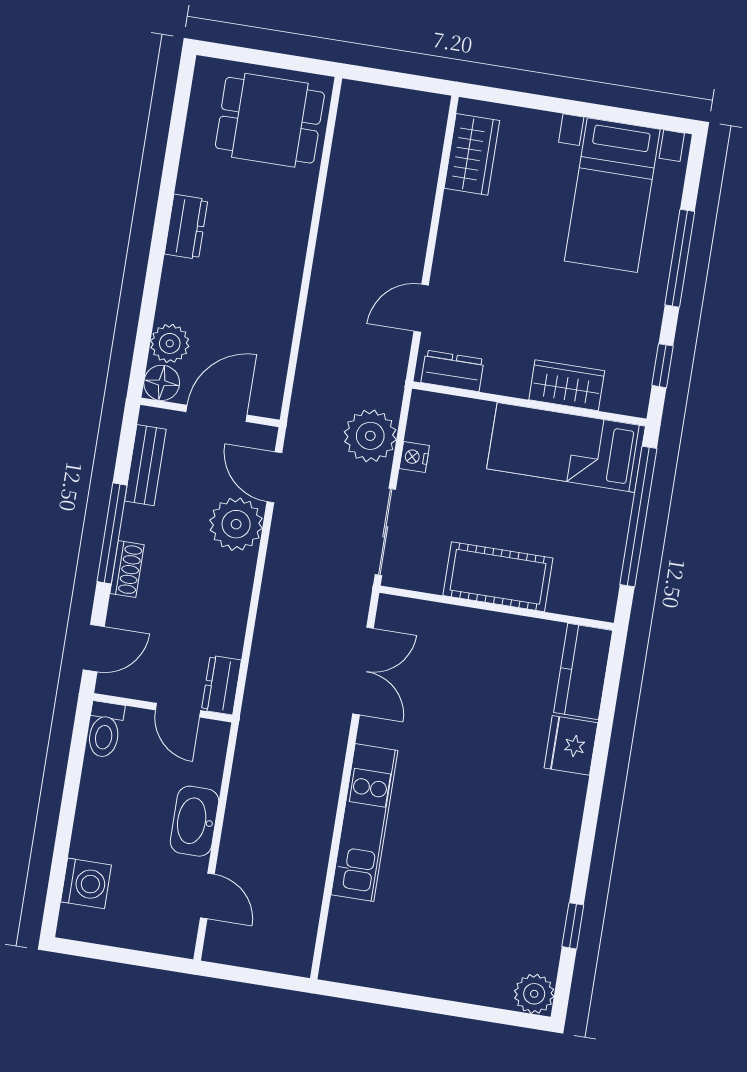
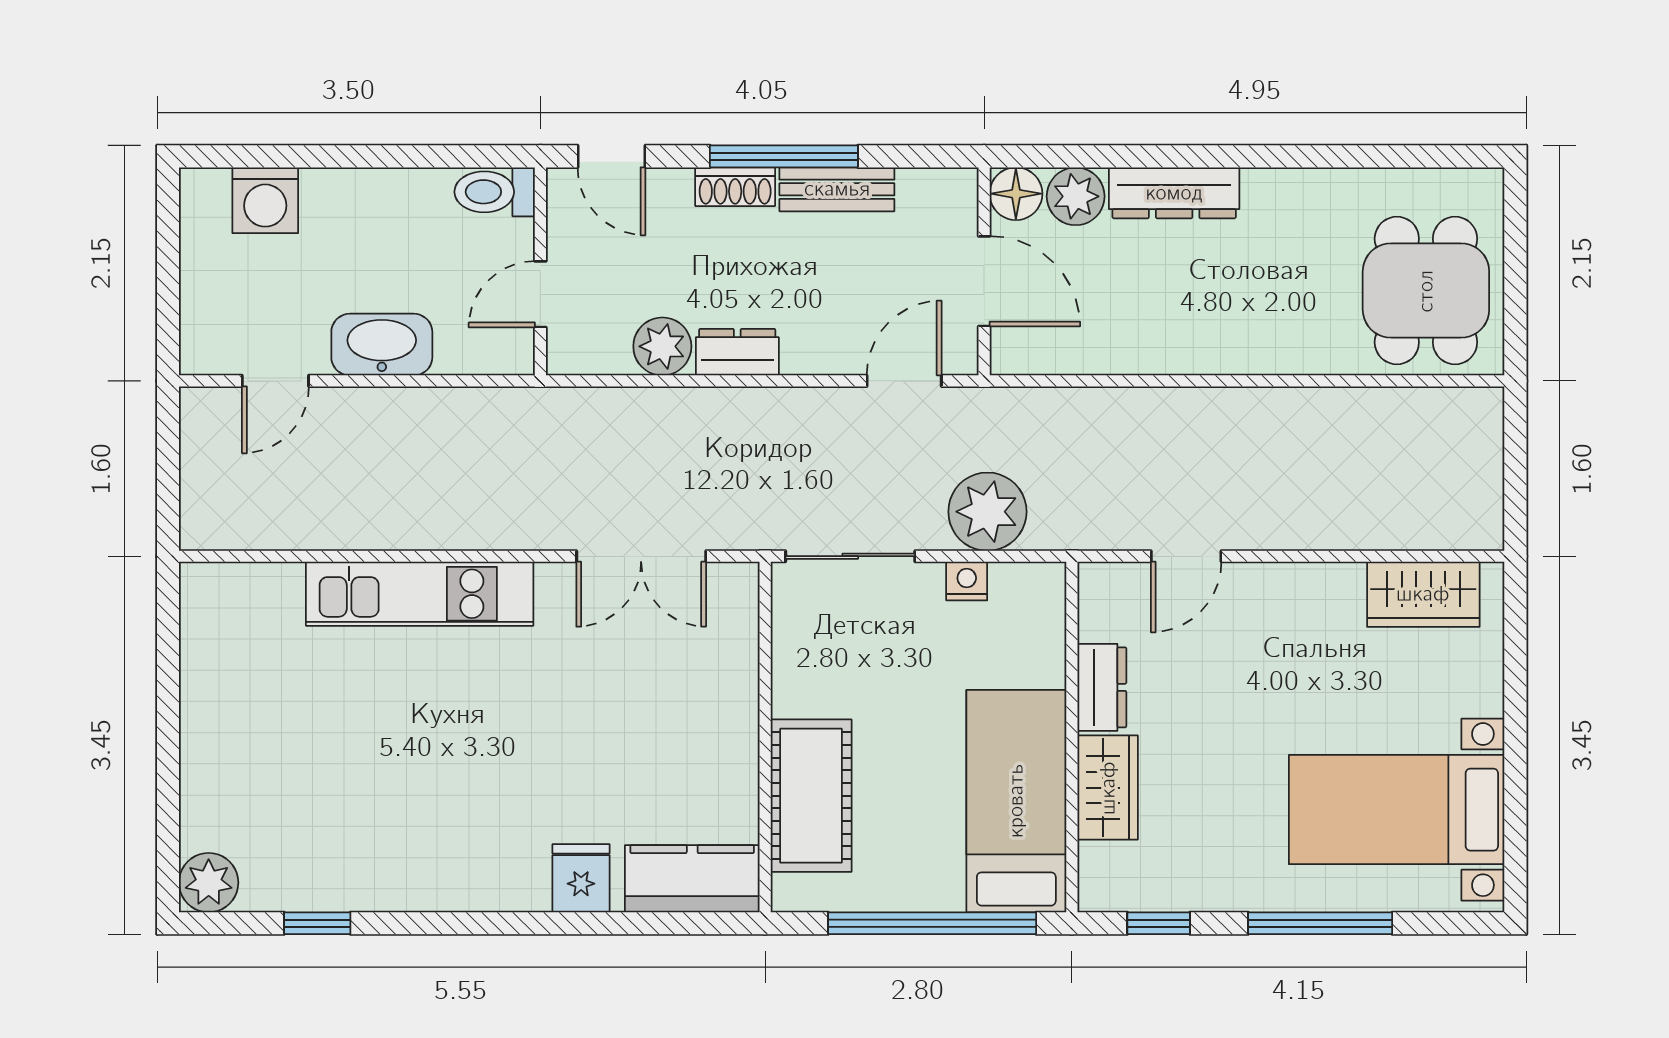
dresser: (186, 227) -> (1174, 193), moved, width x1.44
door: (421, 308) -> (1186, 556), swing flipped
dresser: (453, 371) -> (1102, 687), moved
bench: (145, 465) -> (837, 189), moved
plant: (236, 524) -> (662, 346), moved, width x0.73, depth x0.73
cot: (498, 577) -> (811, 796), moved
dresser: (221, 685) -> (737, 352), moved
fridge: (571, 745) -> (581, 878), width x0.72

